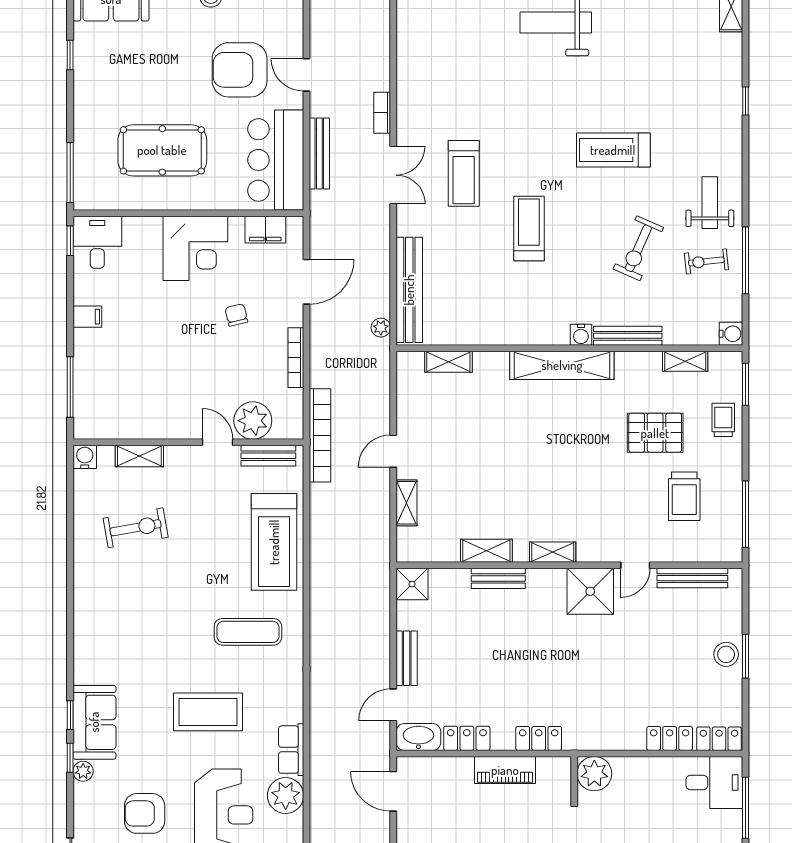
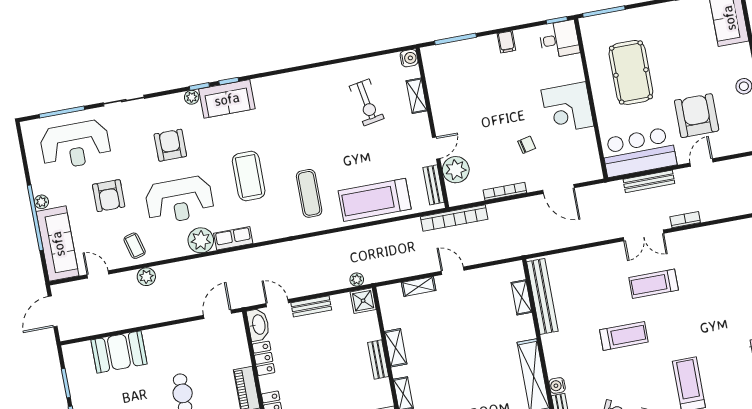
filing cabinet: (265, 230) -> (589, 154), removed
bench: (409, 290) -> (542, 296), moved, turned 90
plant: (381, 328) -> (357, 280), moved

